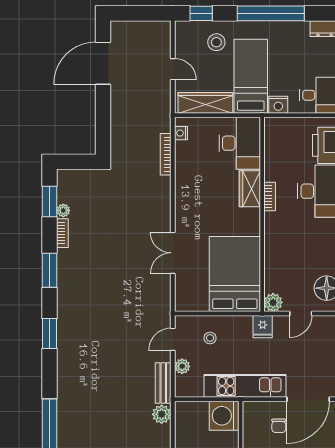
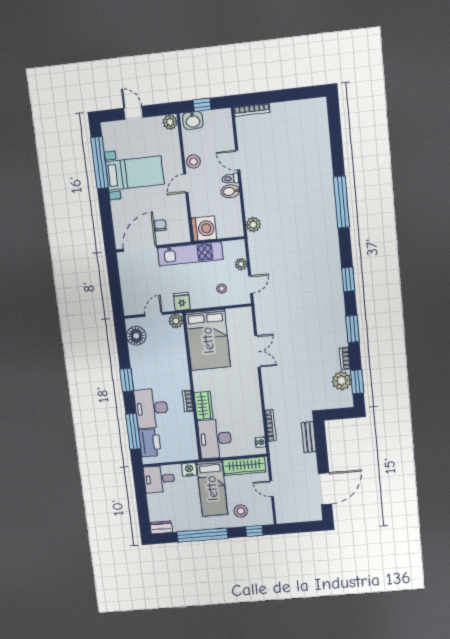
plant: (63, 210) -> (342, 381), width x1.88, depth x1.88
bench: (163, 383) -> (309, 437), moved

